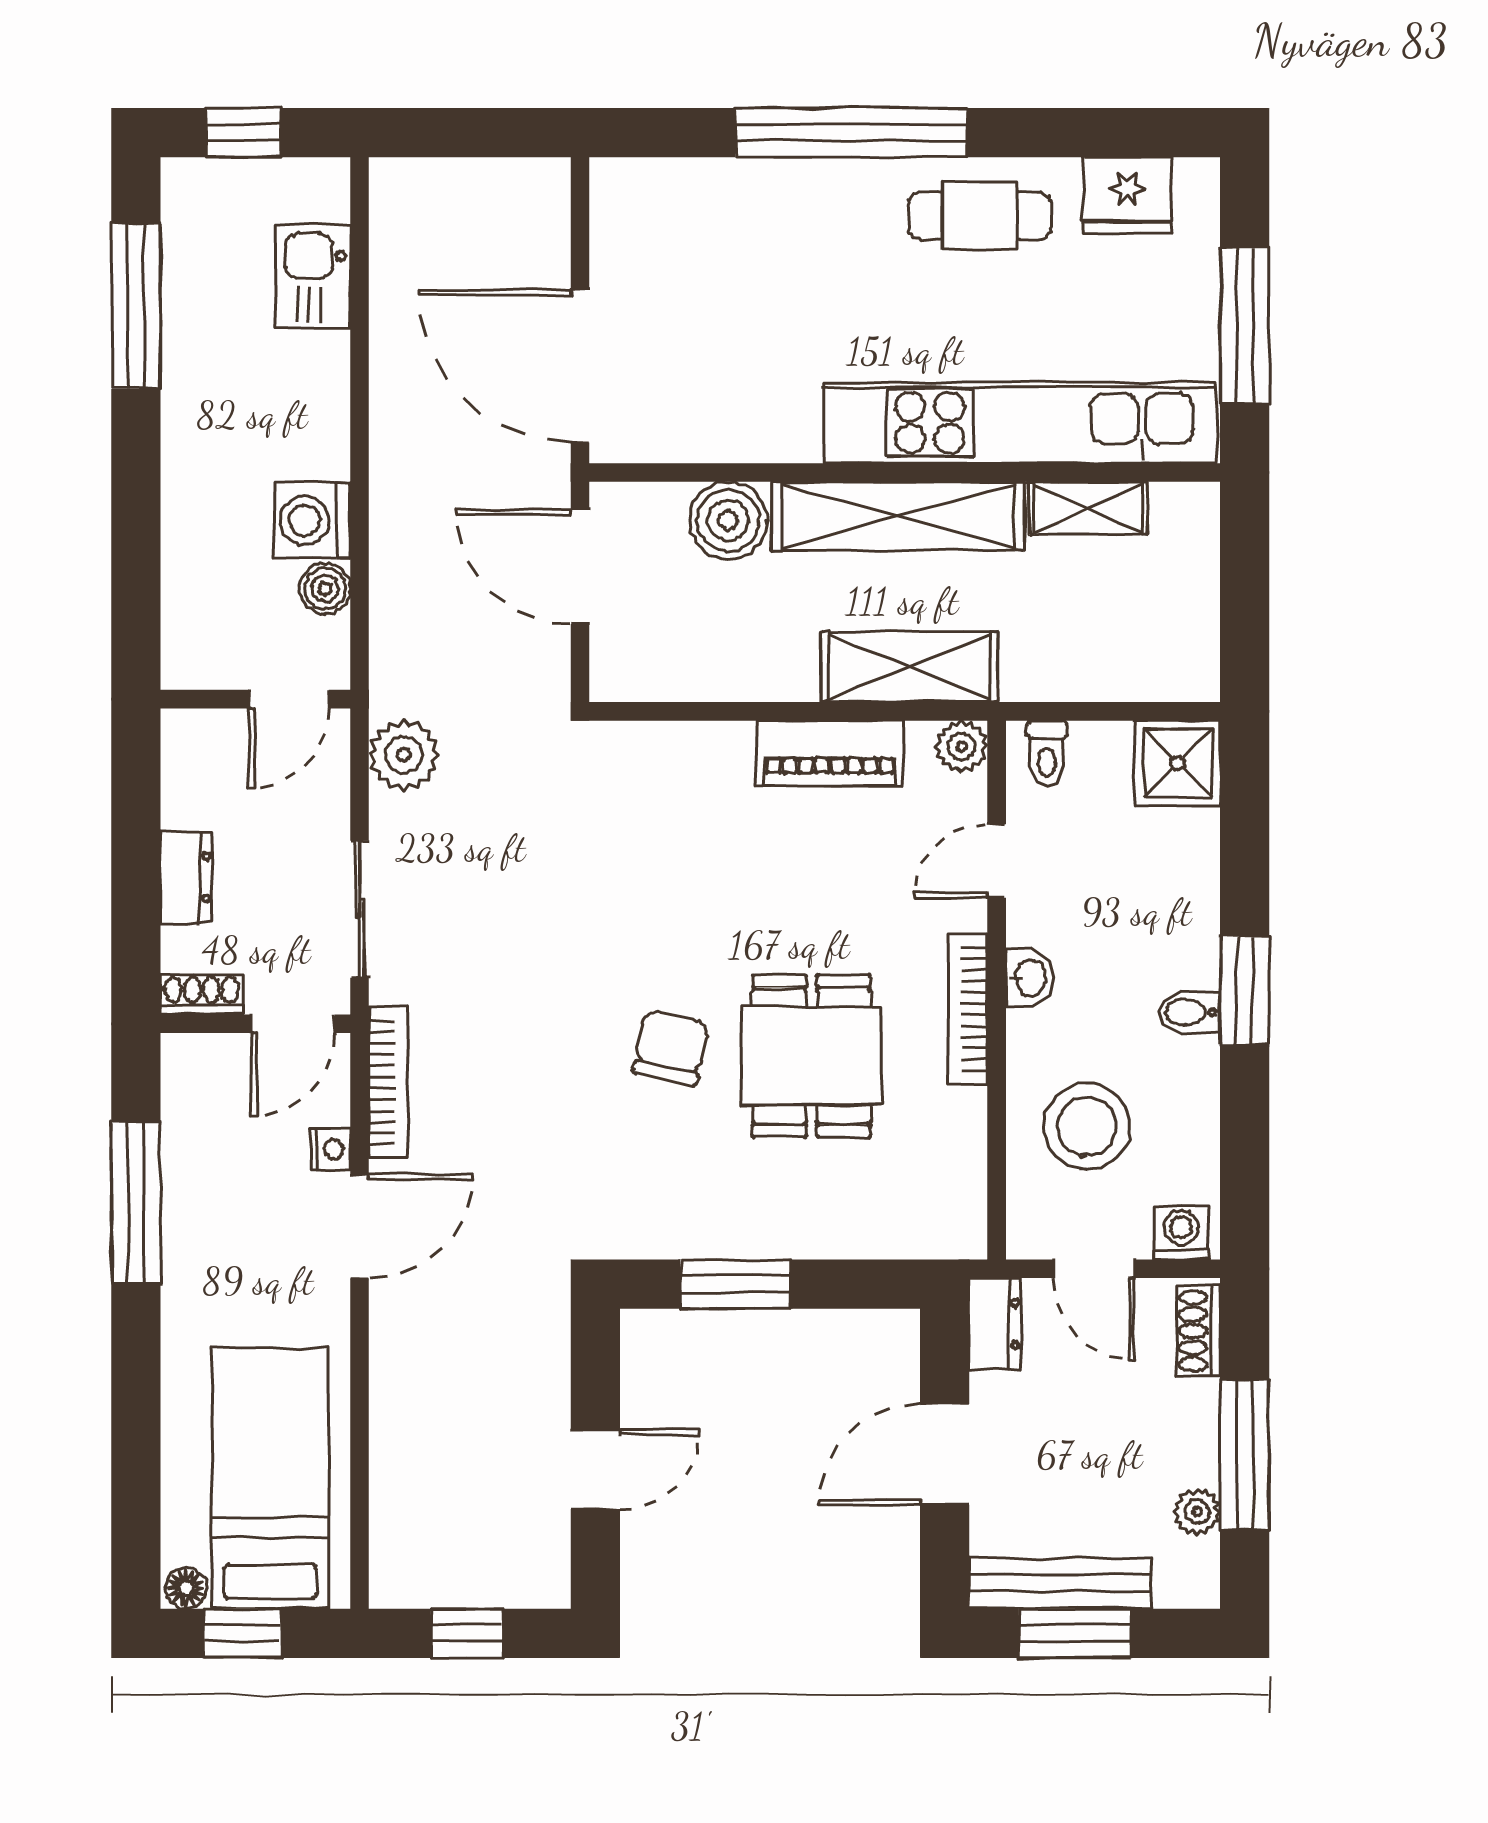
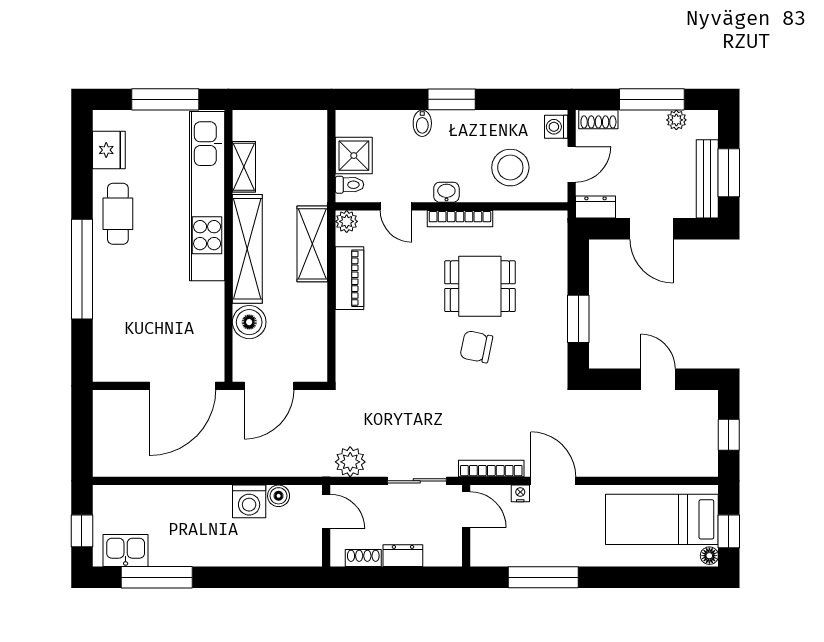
kitchen sink: (313, 277) -> (126, 551), moved, turned 180
shower: (1177, 763) -> (354, 156), moved
shoe rack: (202, 995) -> (363, 558), moved, turned 90
bidet: (1189, 1012) -> (422, 123), moved

